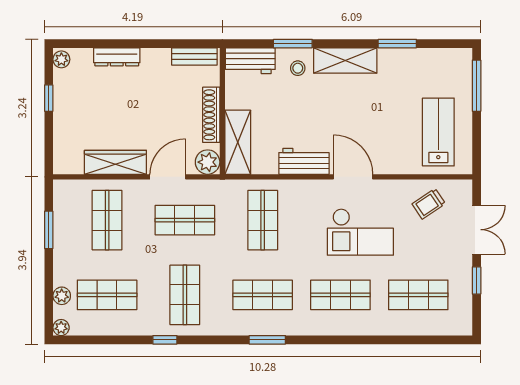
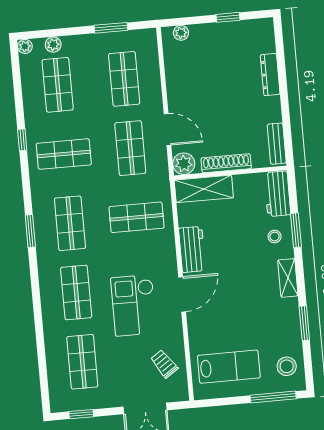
plant: (61, 59) -> (181, 33), moved
shelving: (345, 61) -> (288, 278), width x0.67, depth x0.75
stool: (444, 68) -> (287, 366), added
wardrobe: (115, 162) -> (176, 82), removed
shop shelf: (107, 220) -> (124, 79), turned 90
window: (477, 280) -> (81, 414), moved

